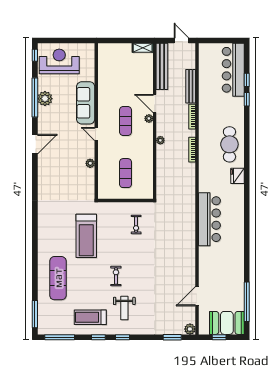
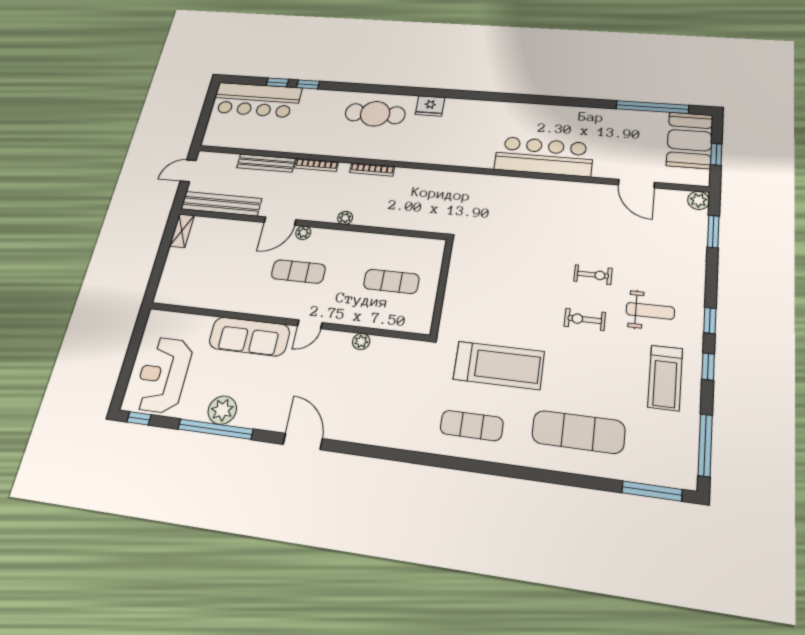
bar counter: (209, 219) -> (544, 157), moved
exercise bike: (136, 224) -> (593, 275), moved
exercise mat: (54, 227) -> (472, 426), added

